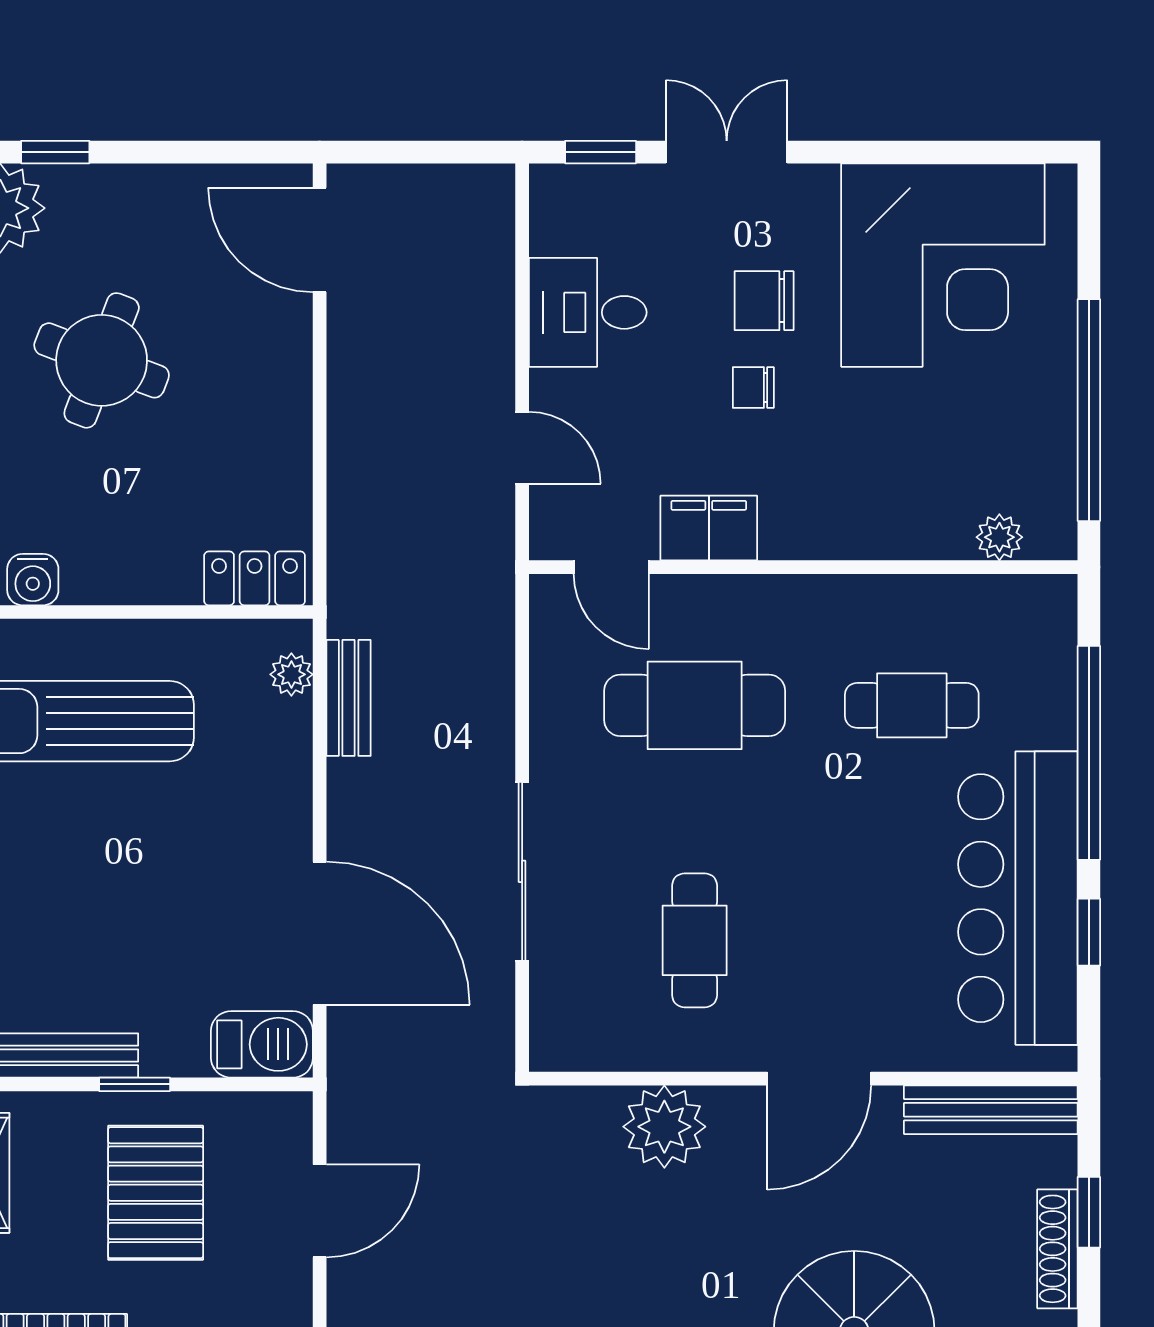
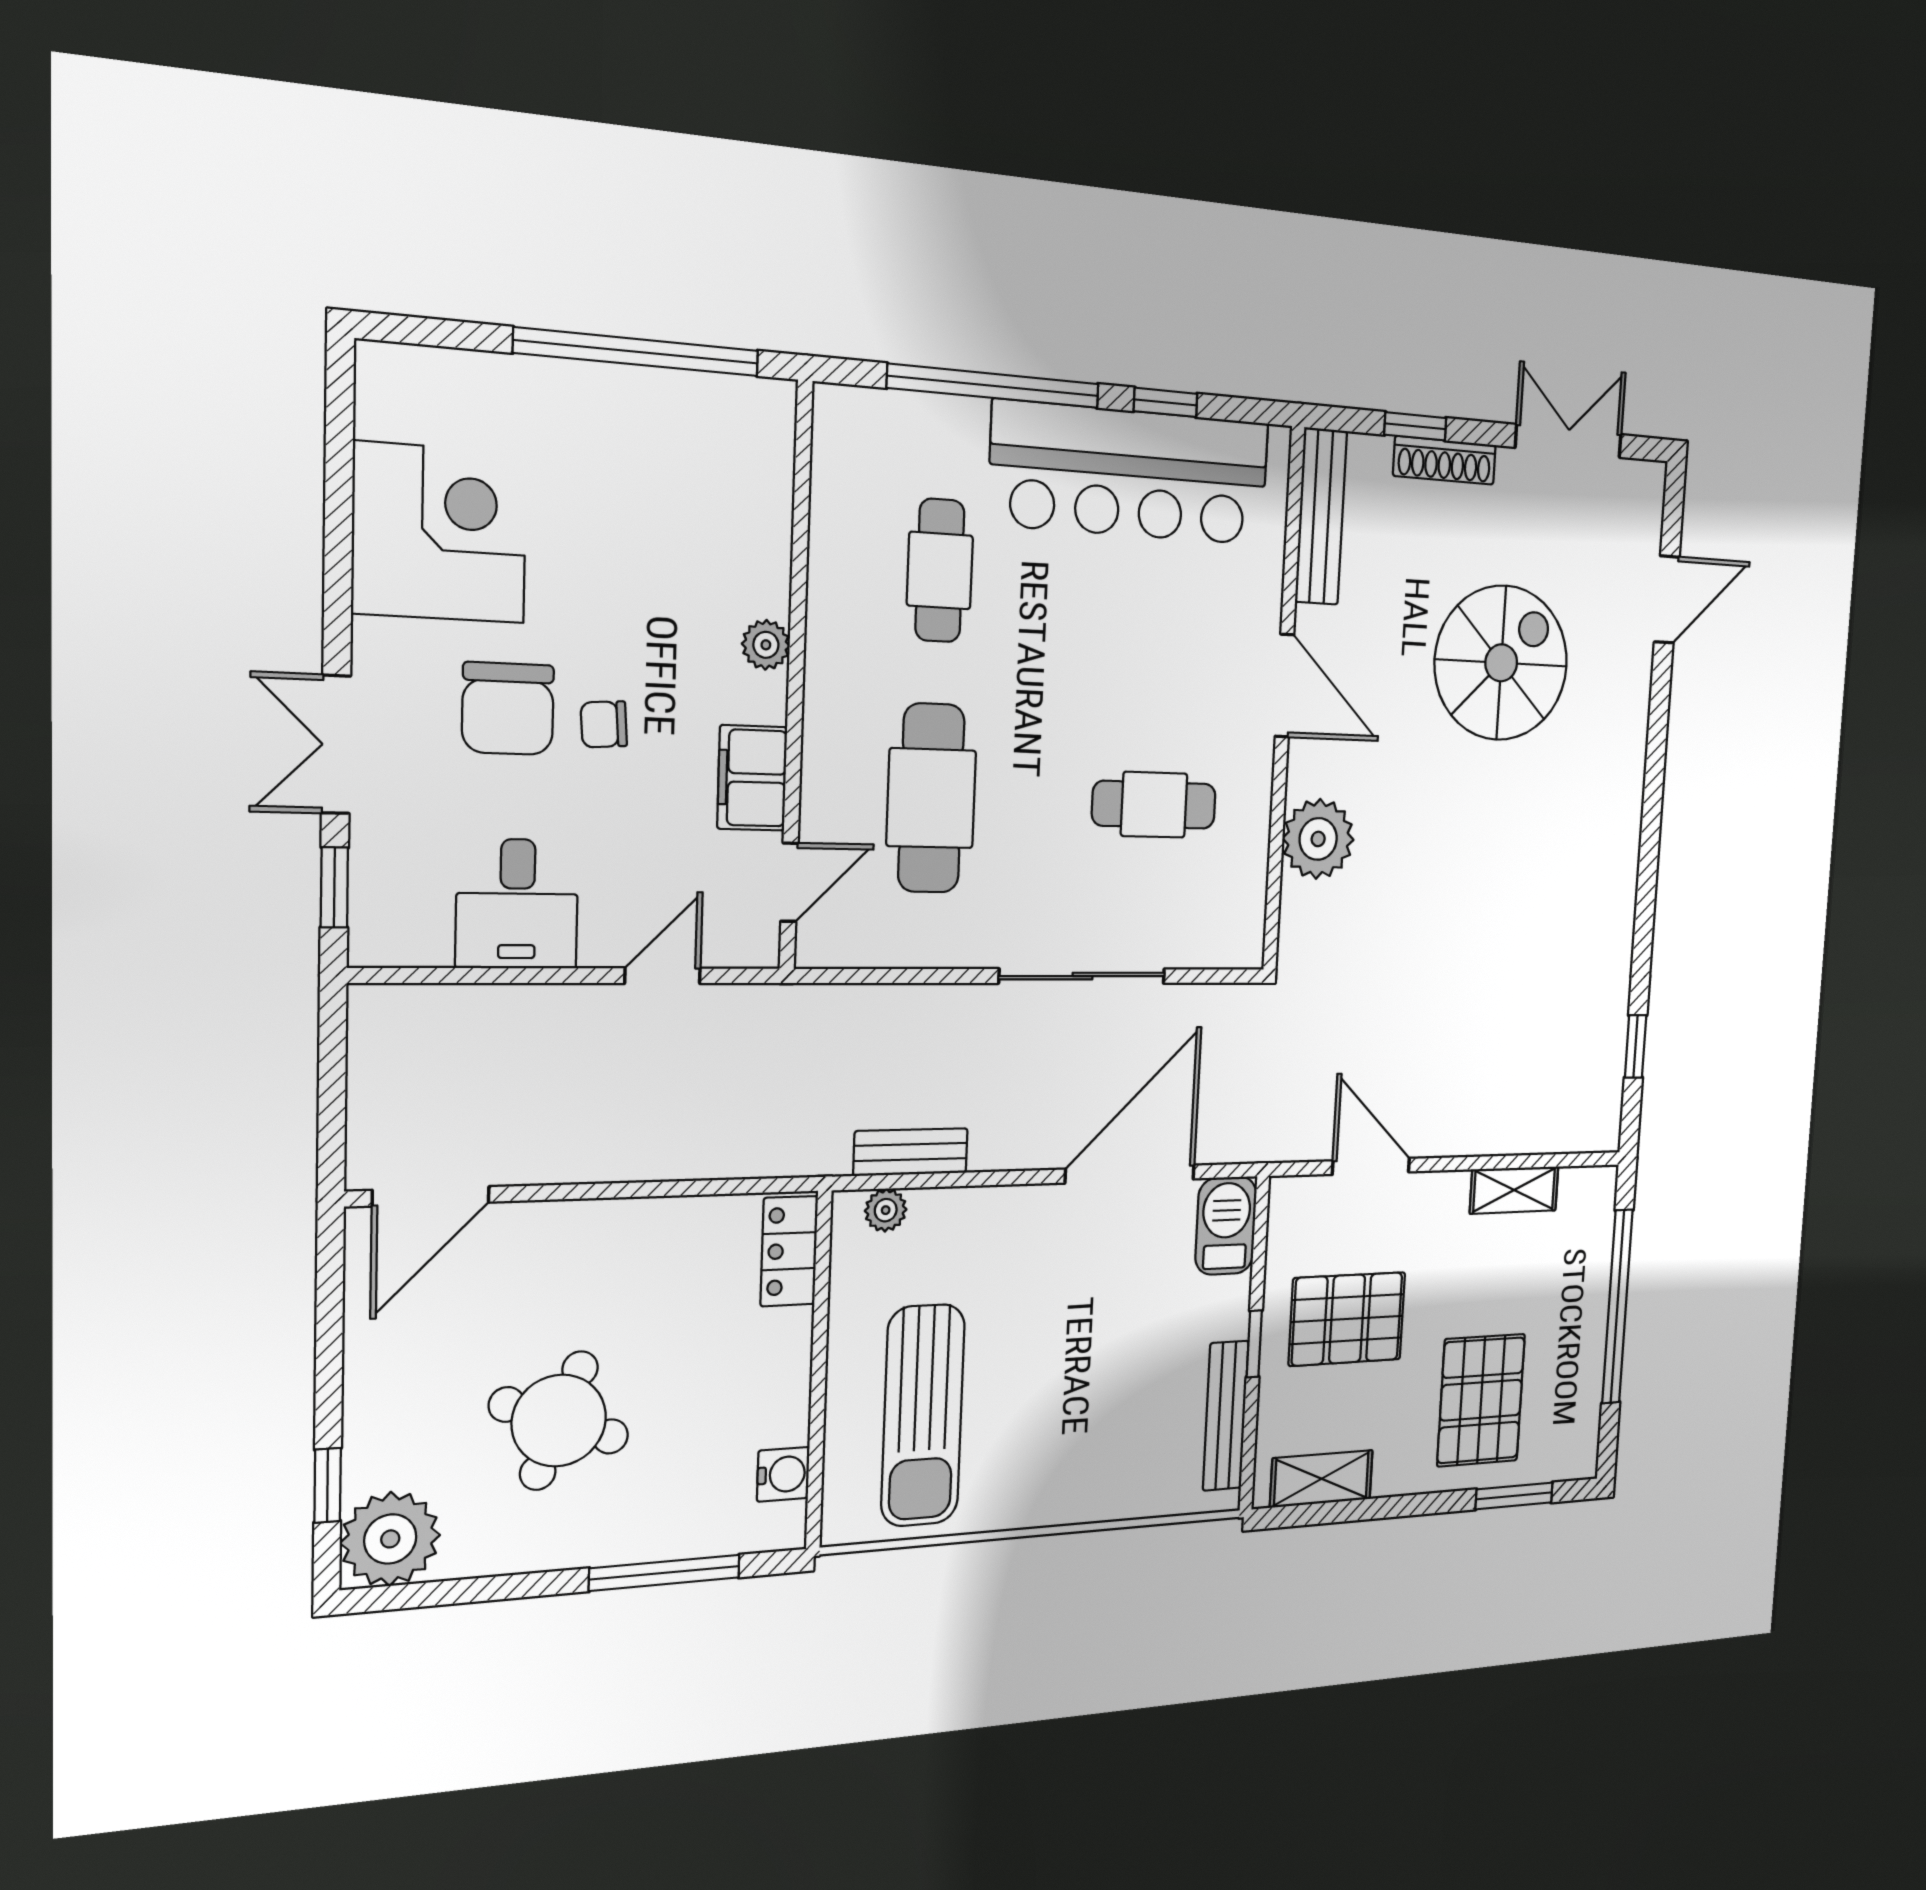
corner desk: (943, 265) -> (439, 533), width x0.74, depth x0.74
chair: (764, 301) -> (508, 709), width x1.37, depth x1.37
chair: (753, 388) -> (604, 724), turned 86
plant: (999, 537) -> (766, 645), moved

